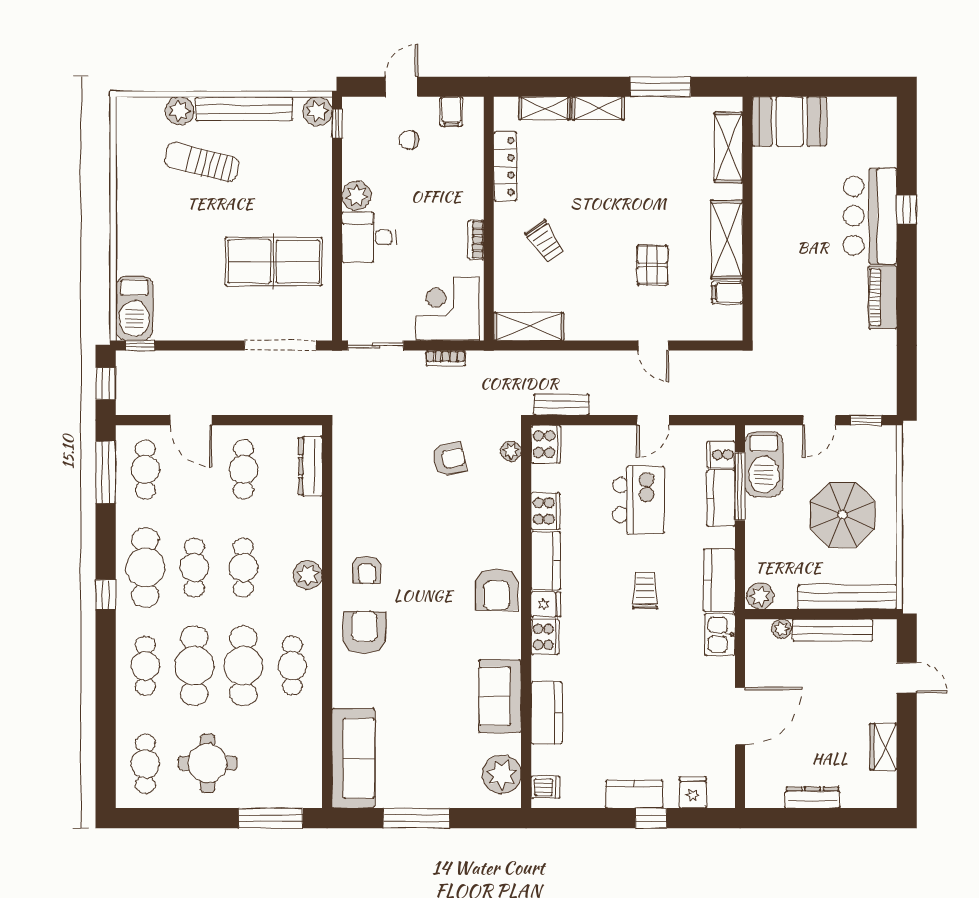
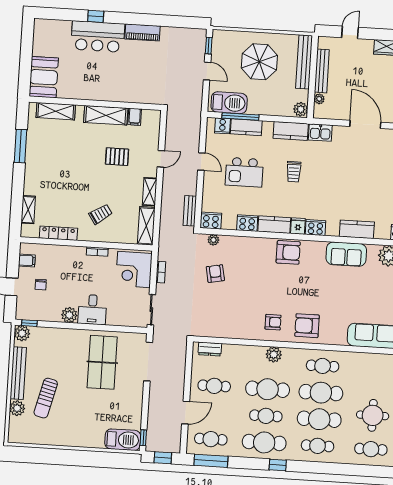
shelving: (598, 108) -> (150, 192), moved
dresser: (310, 466) -> (210, 349), width x0.70
kitchen island: (638, 500) -> (244, 172), turned 180
cafe table: (243, 568) -> (268, 389), width x1.37, depth x1.35
trolley: (645, 590) -> (294, 172), turned -90

